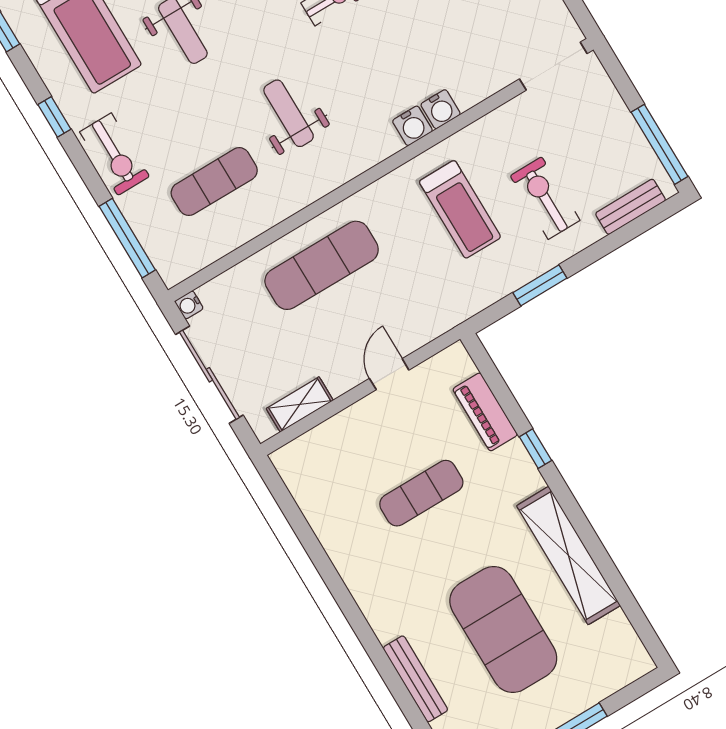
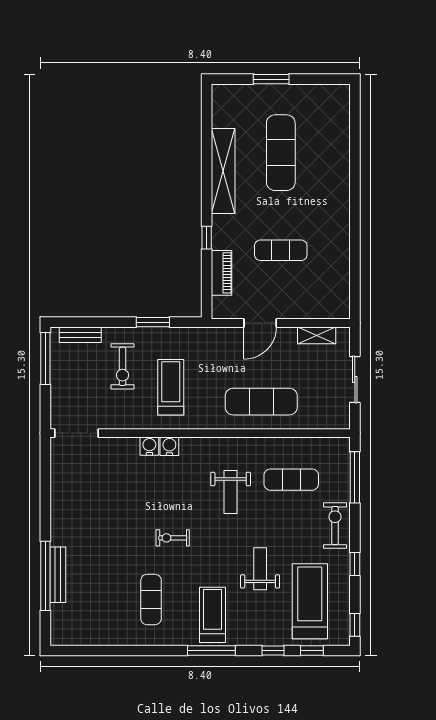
water cooler: (189, 305) -> (343, 423), removed
door: (389, 374) -> (260, 323), width x1.38
sliding door: (209, 375) -> (355, 379), width x0.73
exercise mat: (503, 630) -> (281, 153), width x0.68
bench: (415, 679) -> (343, 155), removed

